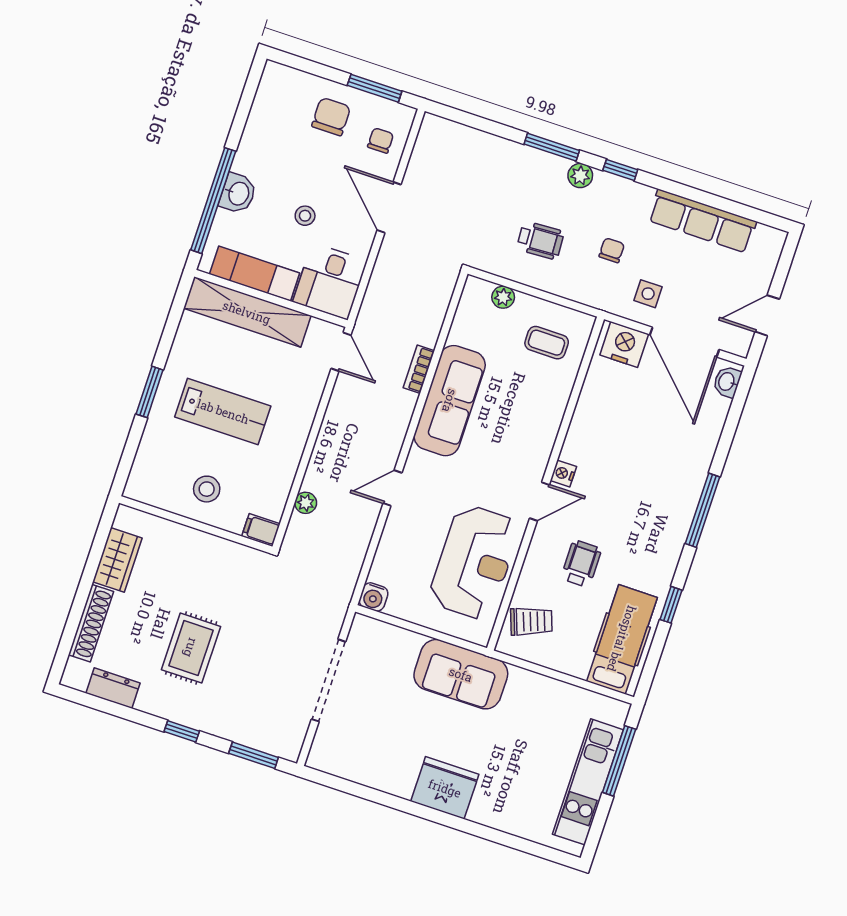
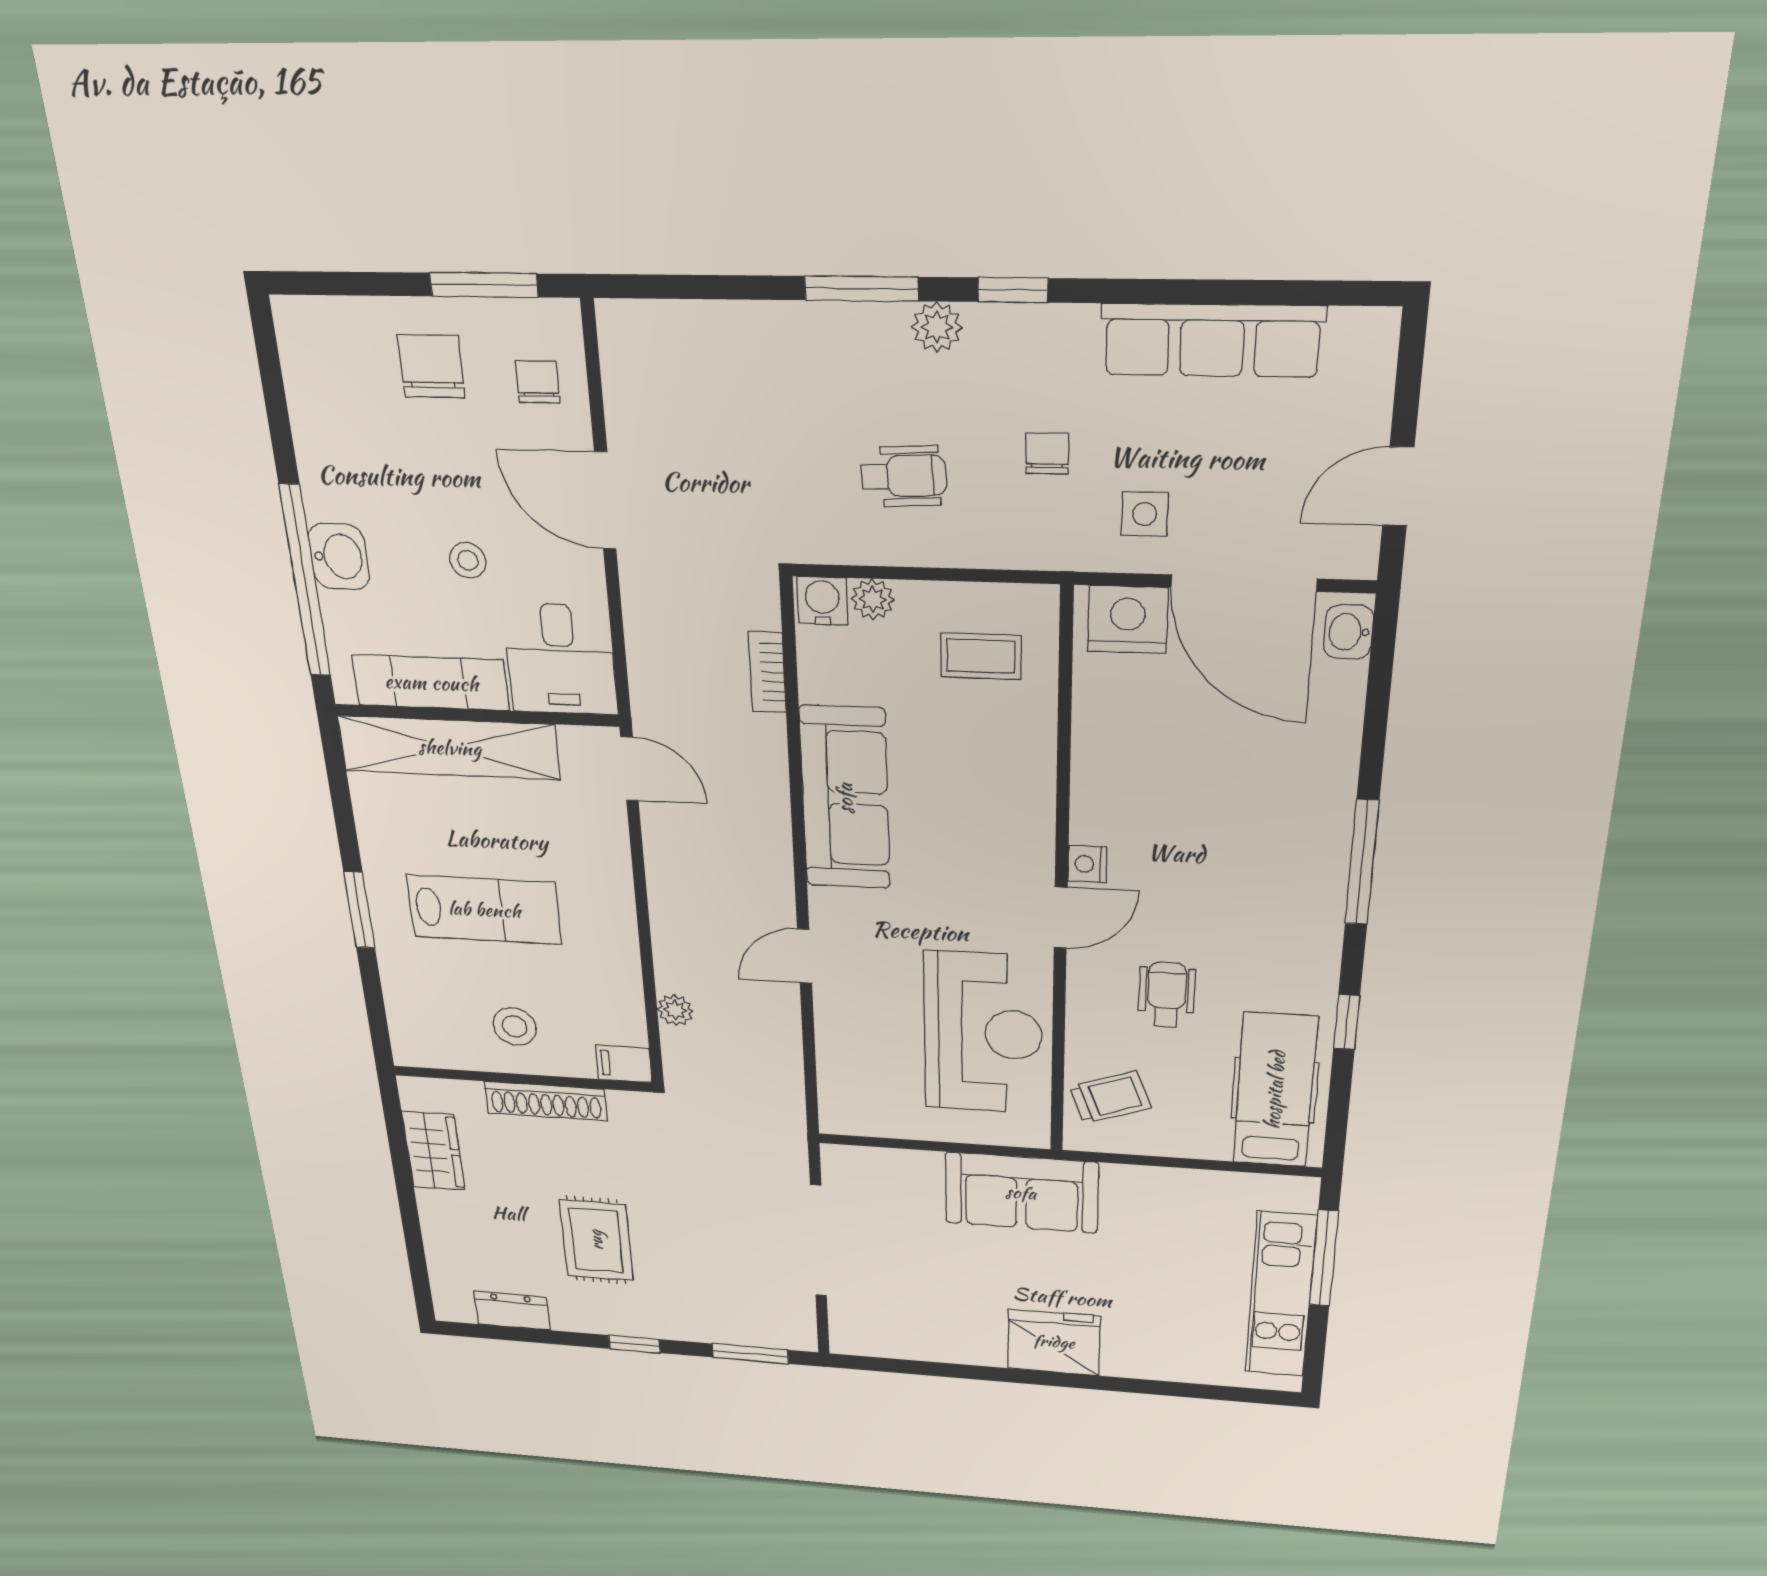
bookcase: (419, 369) -> (767, 672), moved
water cooler: (374, 597) -> (822, 601), moved, turned 180
shoe rack: (91, 623) -> (546, 1101), moved, turned 90

